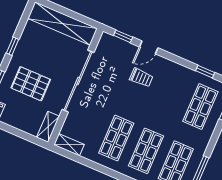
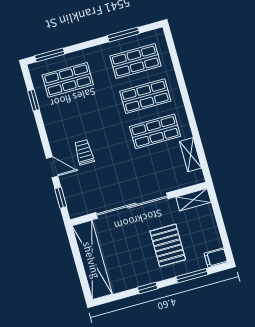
shelving: (69, 145) -> (190, 155), moved

